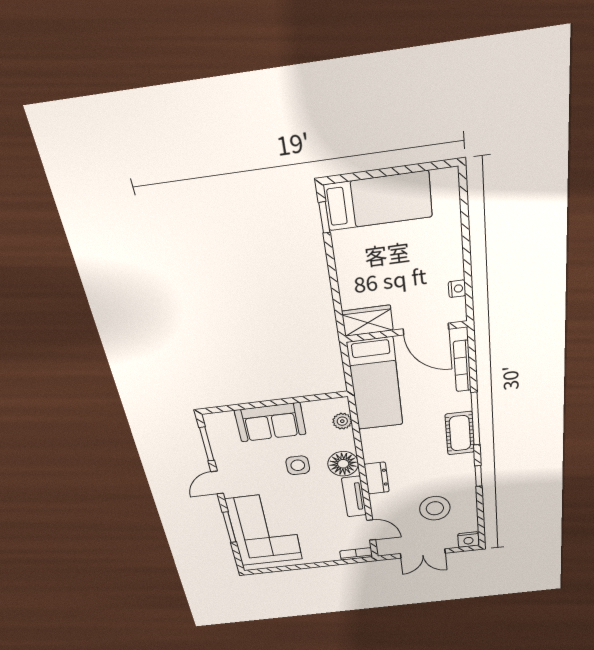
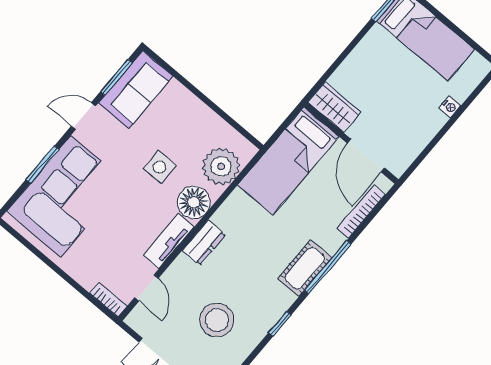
nightstand: (457, 289) -> (450, 107), moved
plant: (342, 421) -> (221, 166), width x1.88, depth x1.88
sofa: (270, 422) -> (136, 90), moved, turned -90

